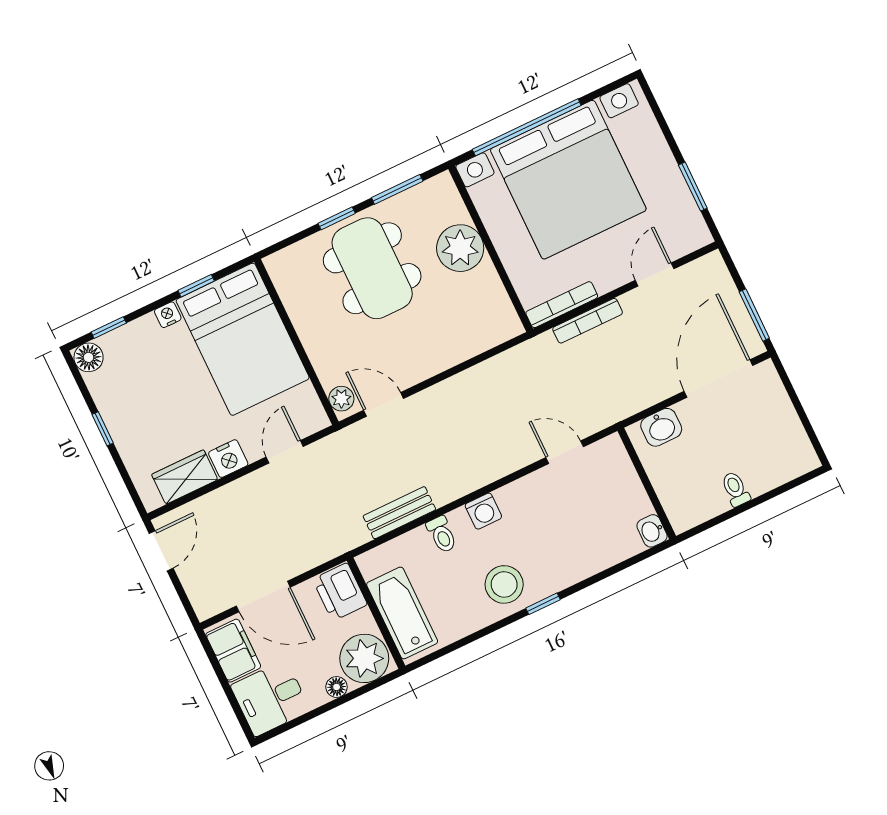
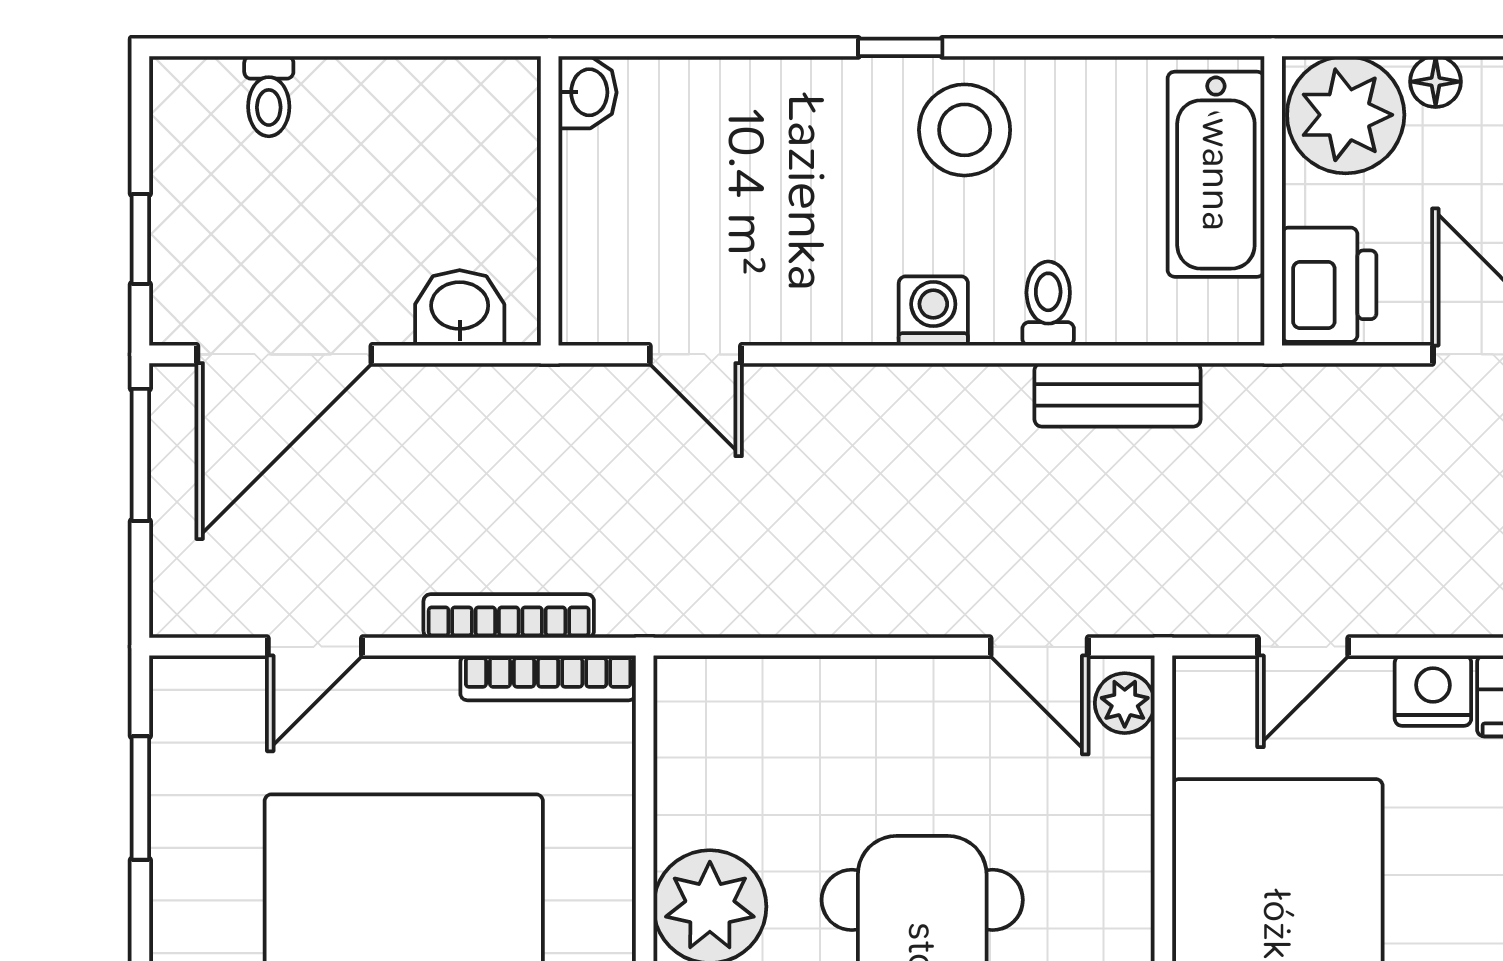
window: (793, 396) -> (140, 239), added
toilet: (736, 489) -> (269, 96), moved

